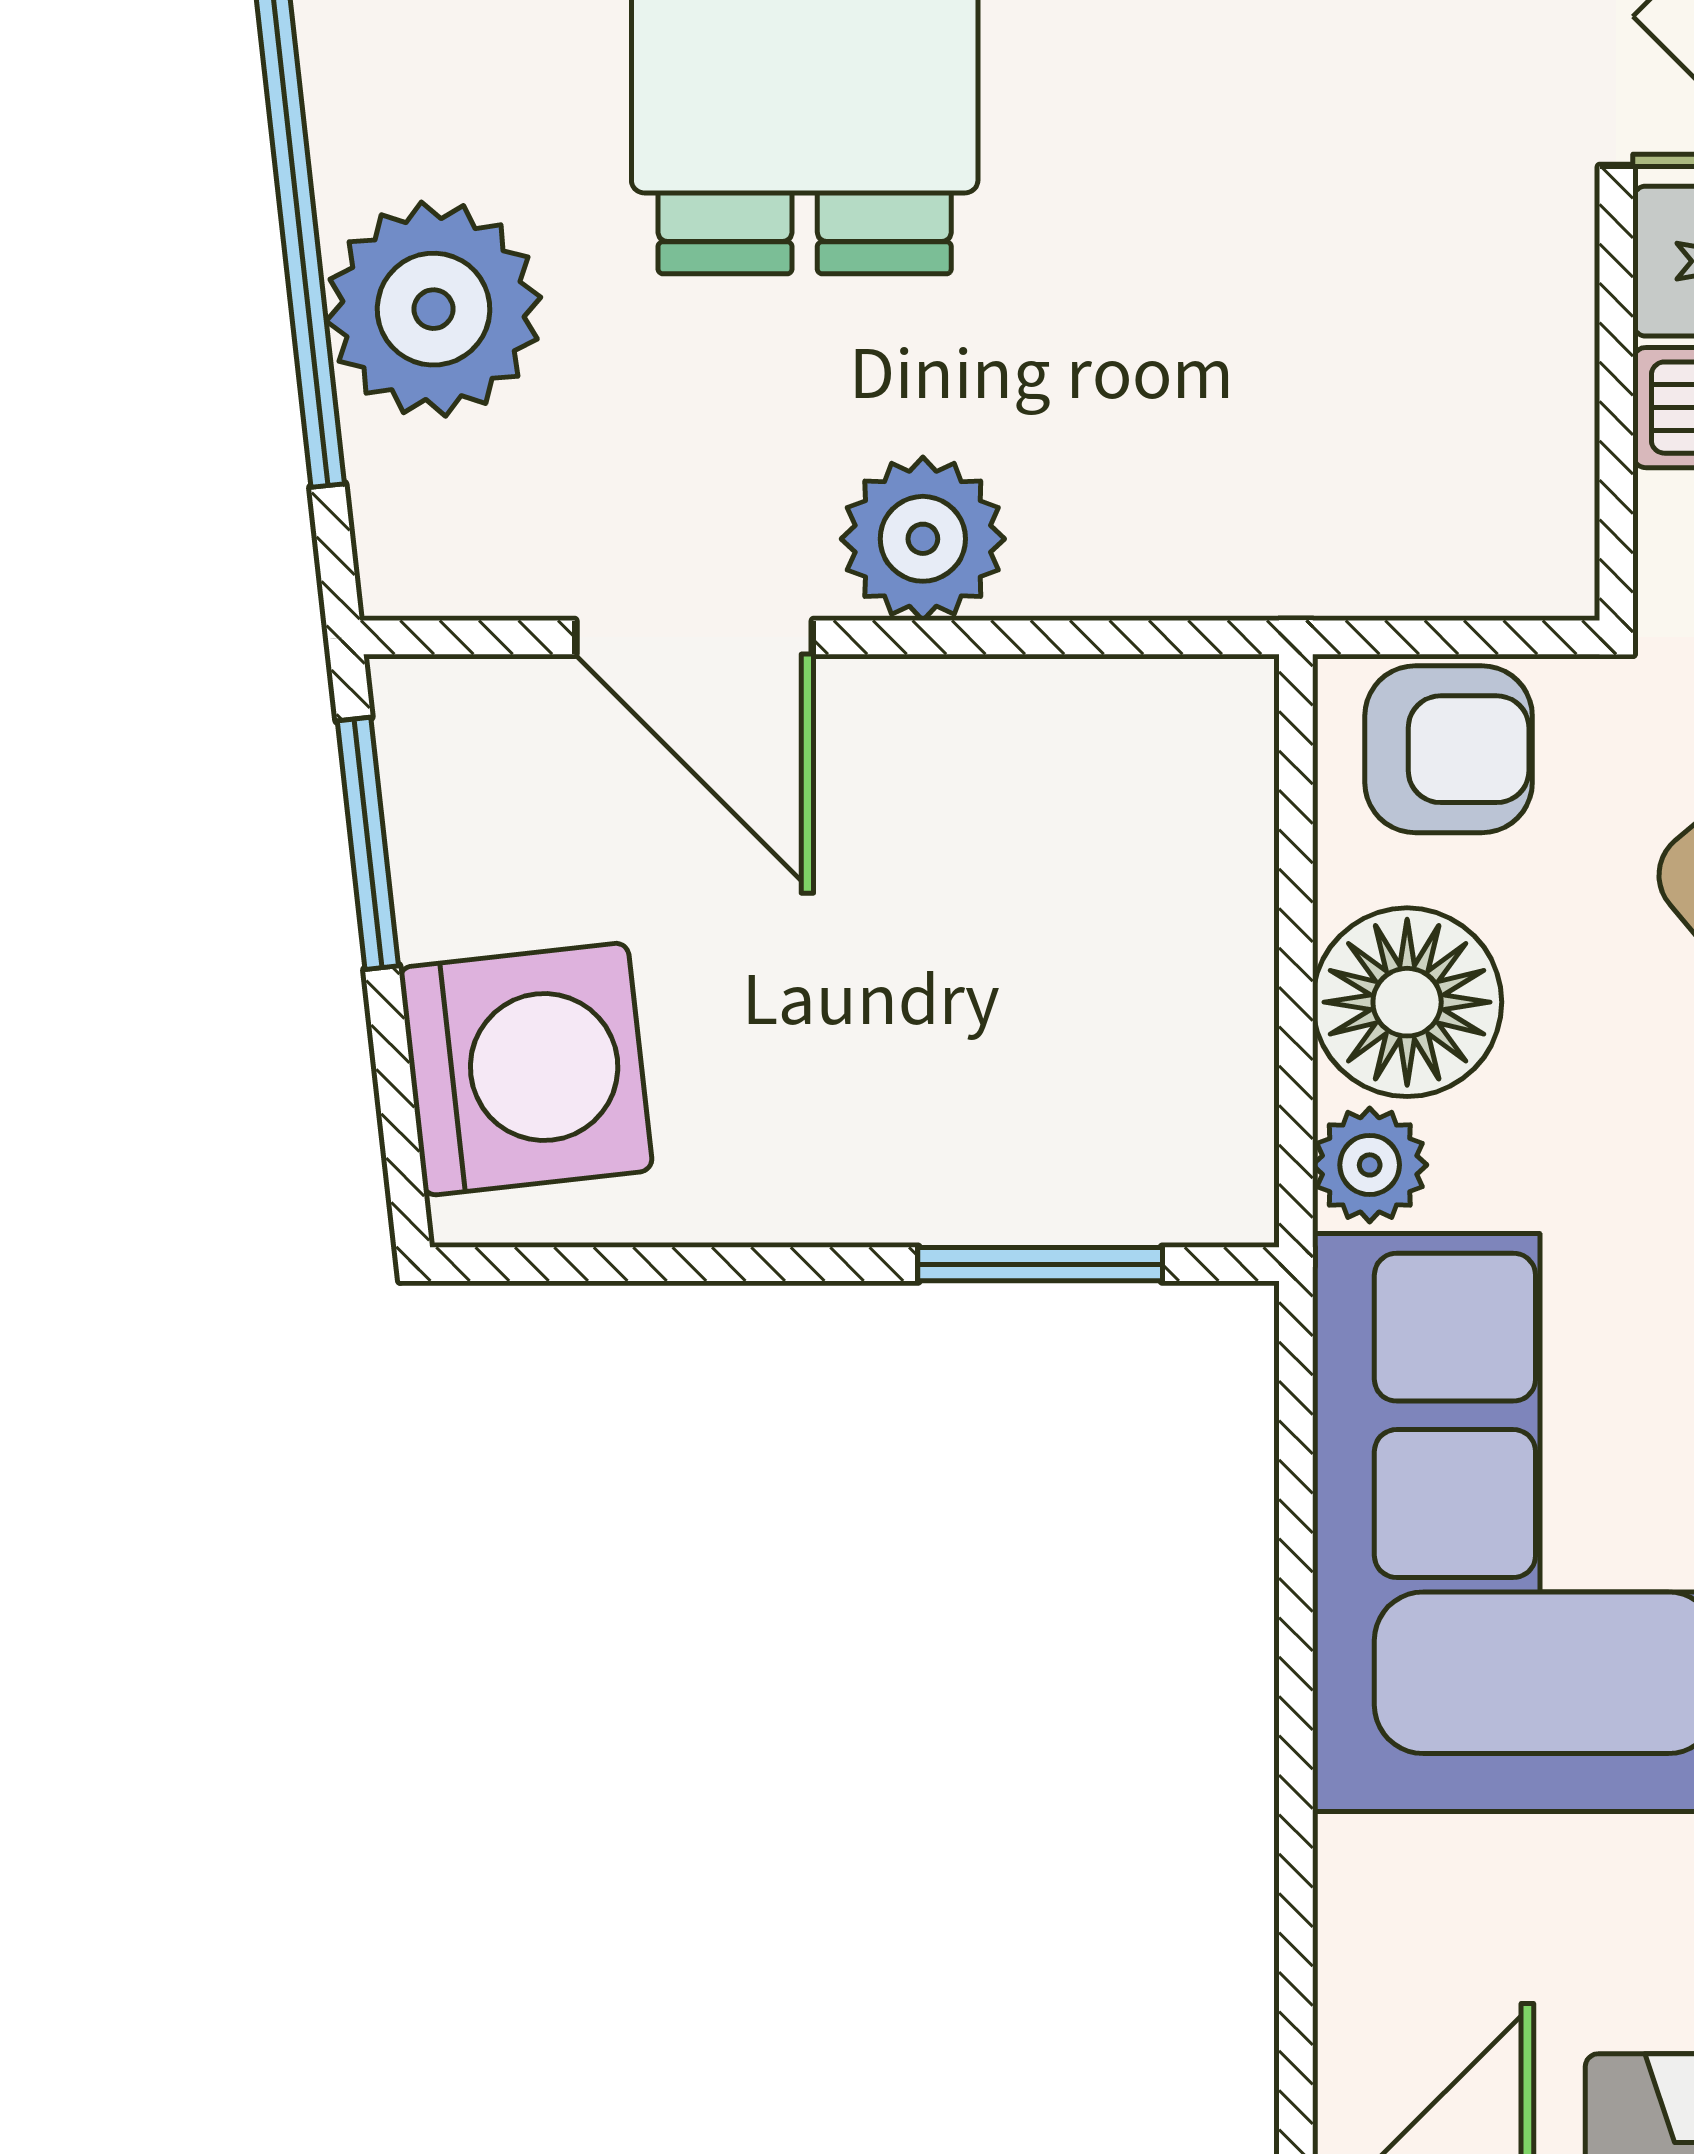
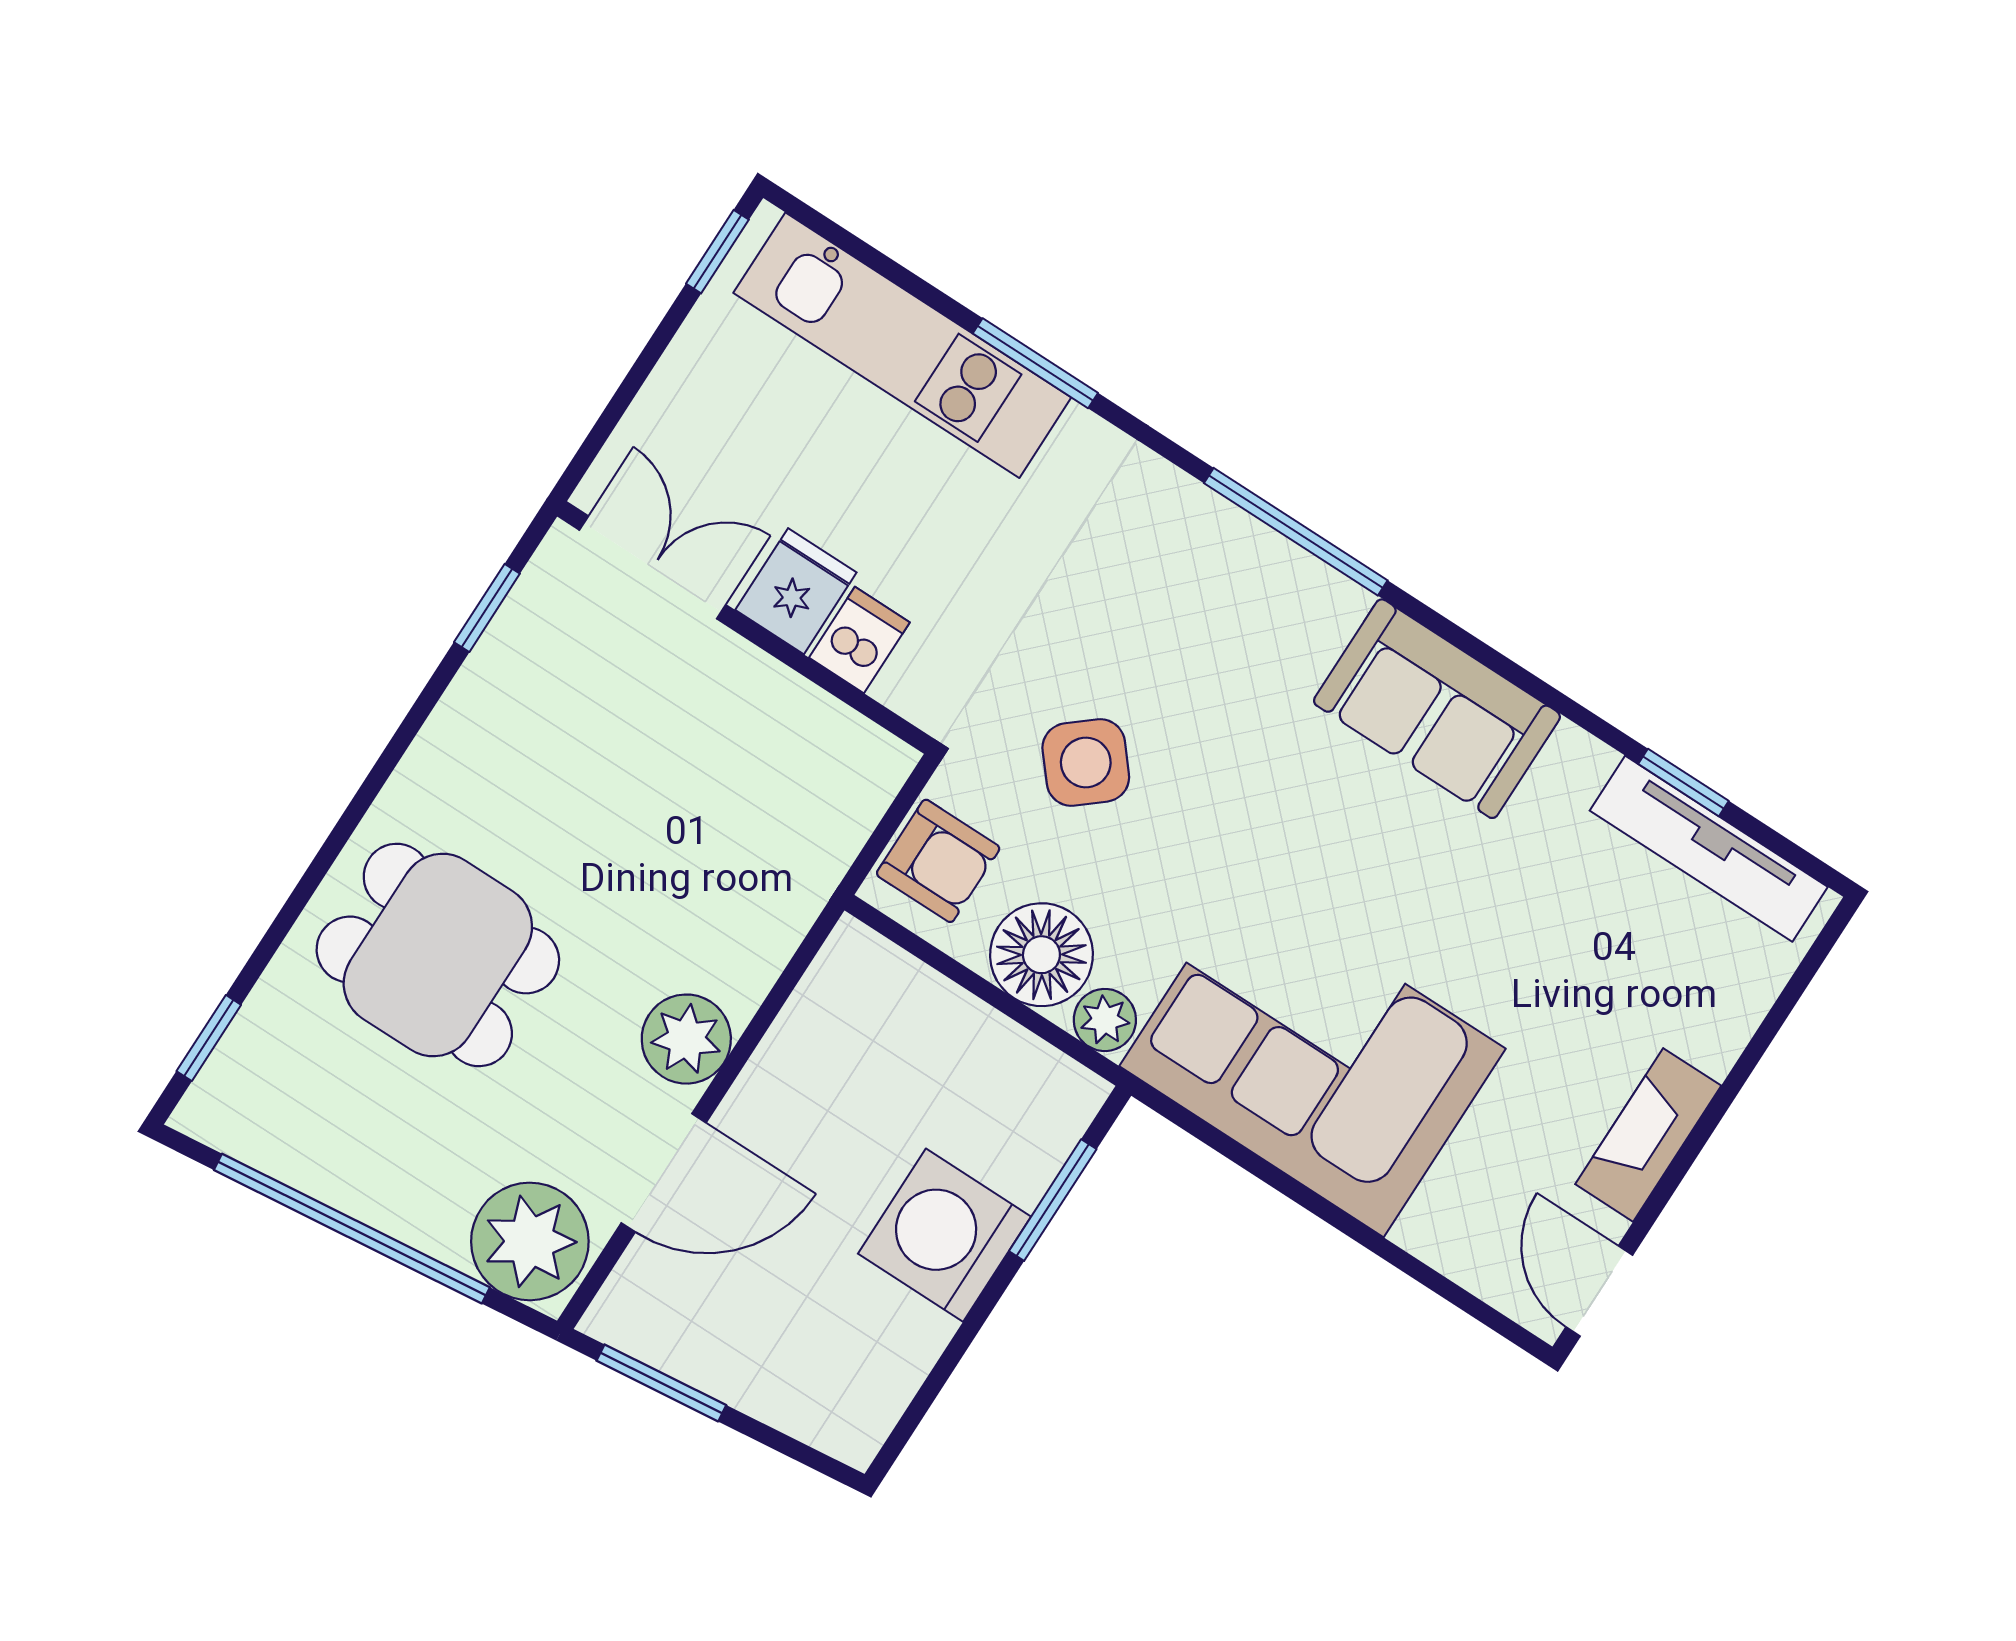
plant: (434, 309) -> (530, 1241), moved
armchair: (1449, 749) -> (938, 861), turned 90
washing machine: (526, 1069) -> (944, 1235), moved, turned -84

